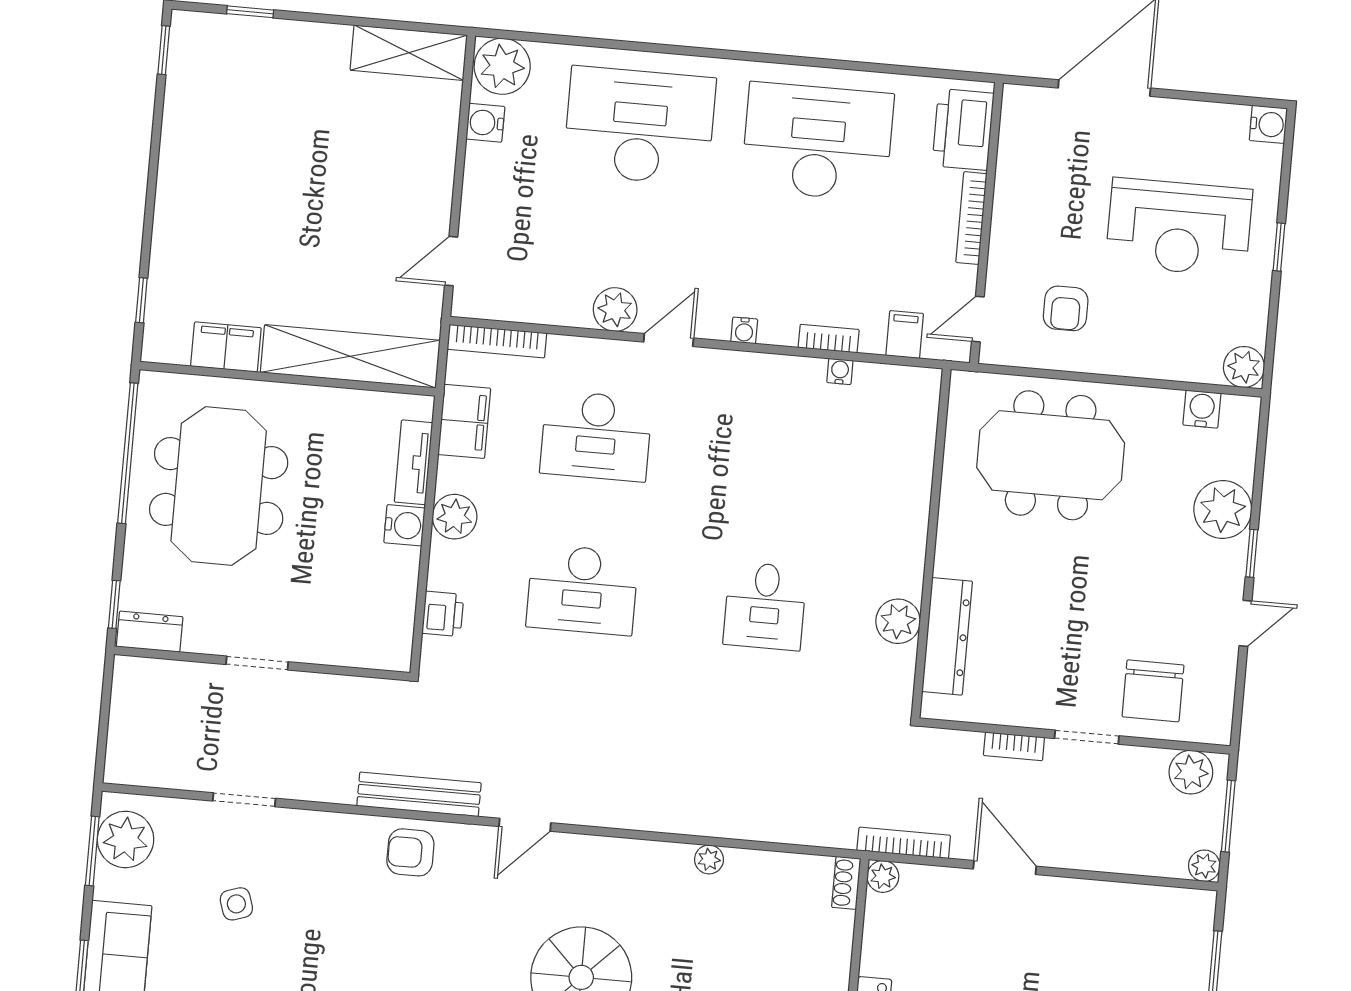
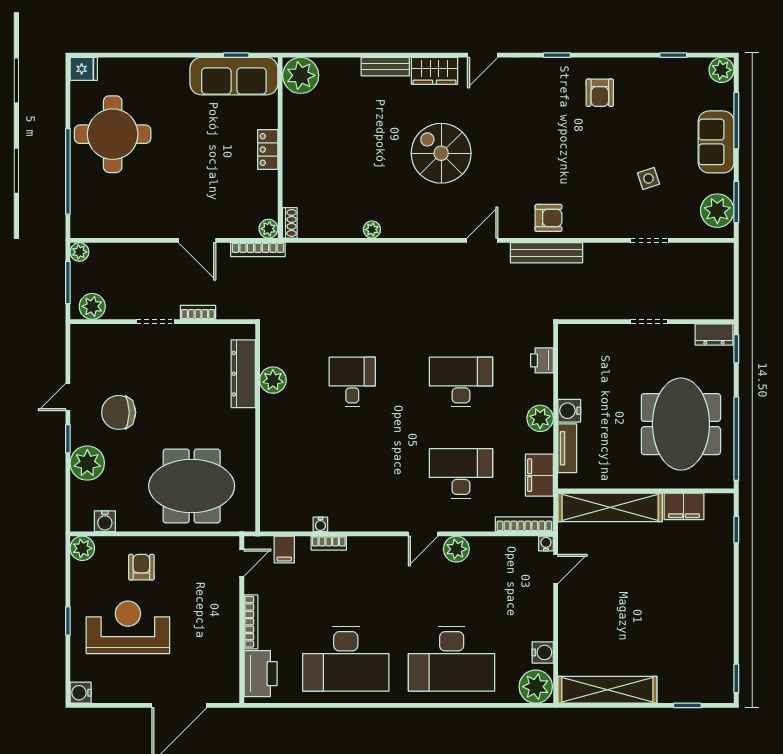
shelving: (409, 53) -> (607, 690), width x1.47
armchair: (1066, 308) -> (141, 567), moved
water cooler: (744, 330) -> (546, 544), moved
chair: (1153, 691) -> (119, 412), moved, turned -90

